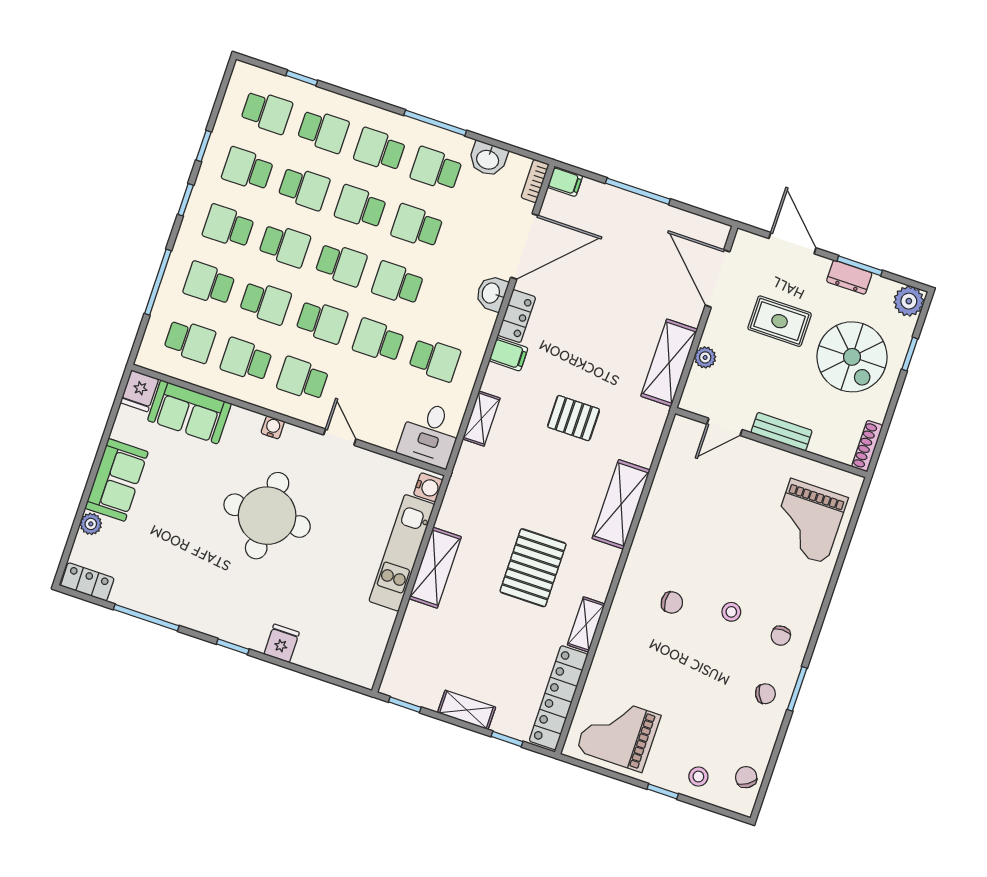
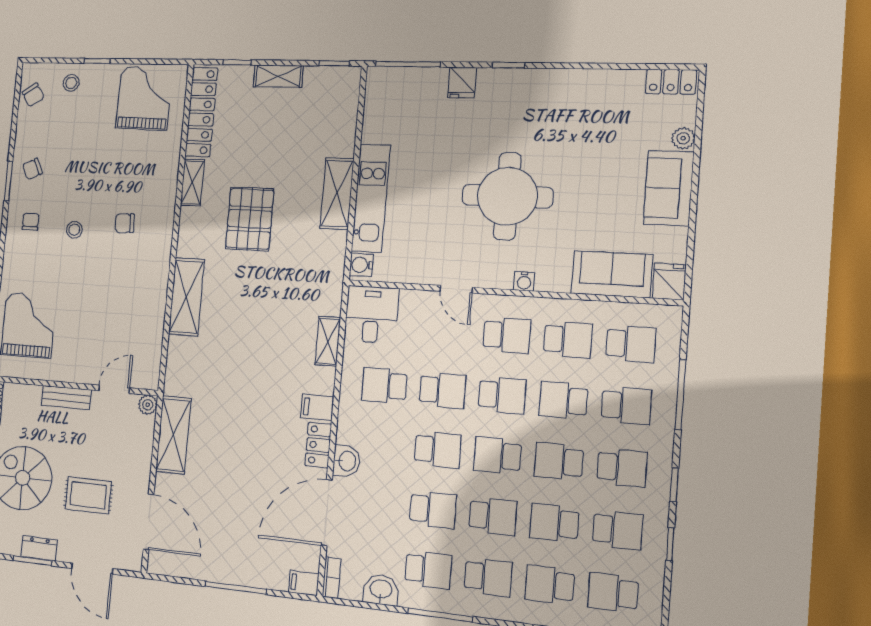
school desk: (322, 322) -> (502, 395), turned 180
school desk: (190, 341) -> (631, 344), turned 180
plant: (705, 357) -> (148, 405), moved
pallet: (574, 418) -> (245, 363), removed
window: (146, 618) -> (408, 64), moved
grand piano: (618, 733) -> (144, 98), turned -89

